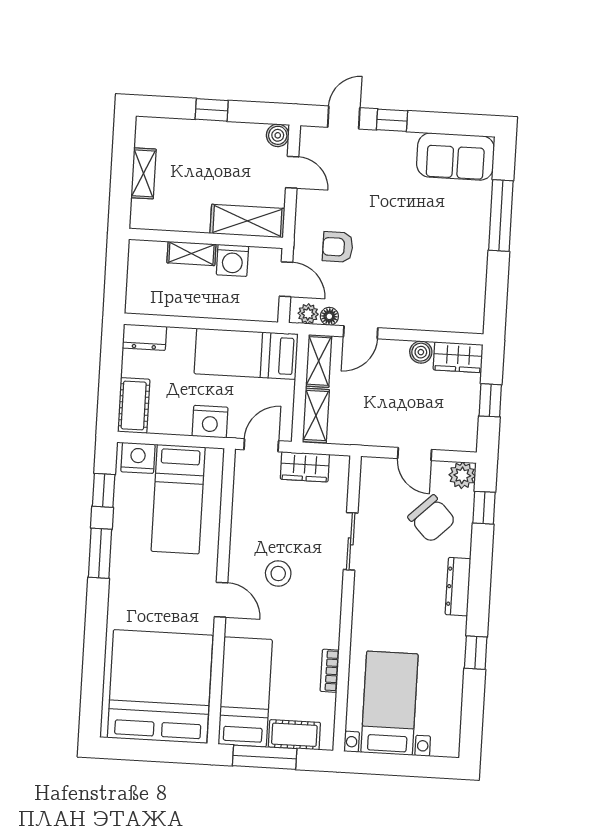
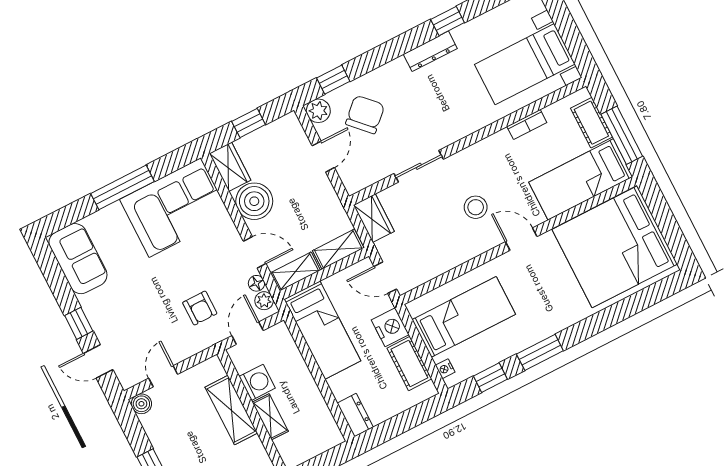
window: (501, 215) -> (123, 187), moved
shelving: (247, 221) -> (231, 410), moved
corner sofa: (450, 280) -> (175, 208), added
boiler: (421, 352) -> (254, 201), width x1.86, depth x1.86
cot: (134, 405) -> (409, 363), moved, turned 90
nightstand: (138, 458) -> (445, 369), width x0.53, depth x0.56
wardrobe: (305, 467) -> (374, 218), moved
dresser: (458, 587) -> (430, 51), moved
door: (221, 600) -> (521, 239), hinge flipped

